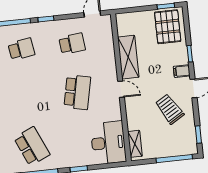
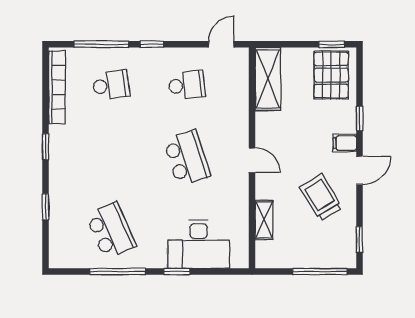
shelving: (128, 57) -> (268, 79), moved
school desk: (77, 92) -> (187, 158), turned -30
desk: (108, 143) -> (199, 244), moved, turned 90
shelving: (135, 144) -> (264, 220), moved

